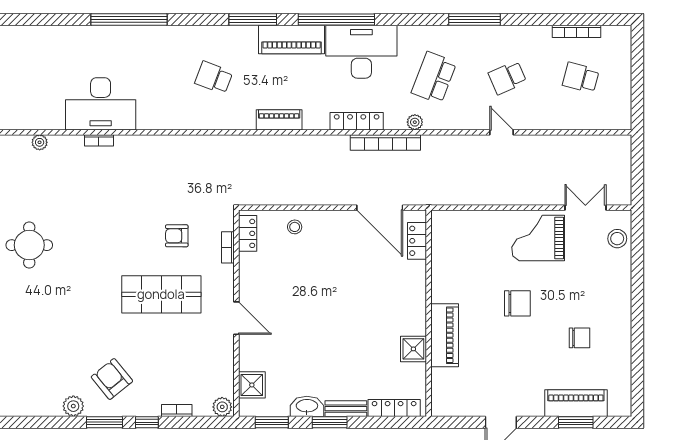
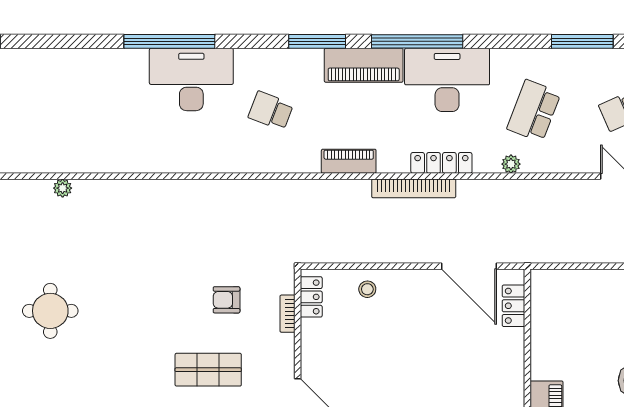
desk: (101, 104) -> (191, 80), moved, turned 180
bookcase: (99, 140) -> (134, 186), removed
bookcase: (385, 143) -> (414, 188), moved
shop shelf: (161, 294) -> (208, 370), width x0.70, depth x0.74

